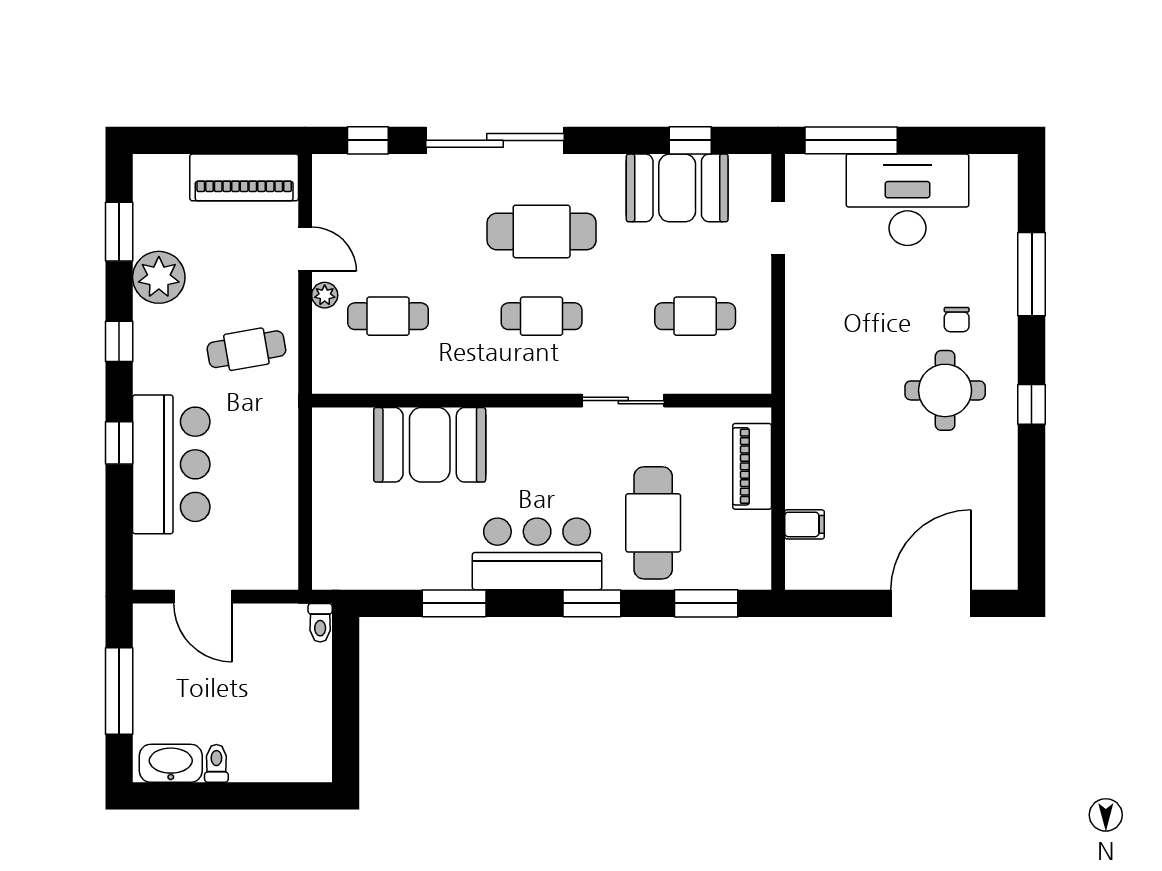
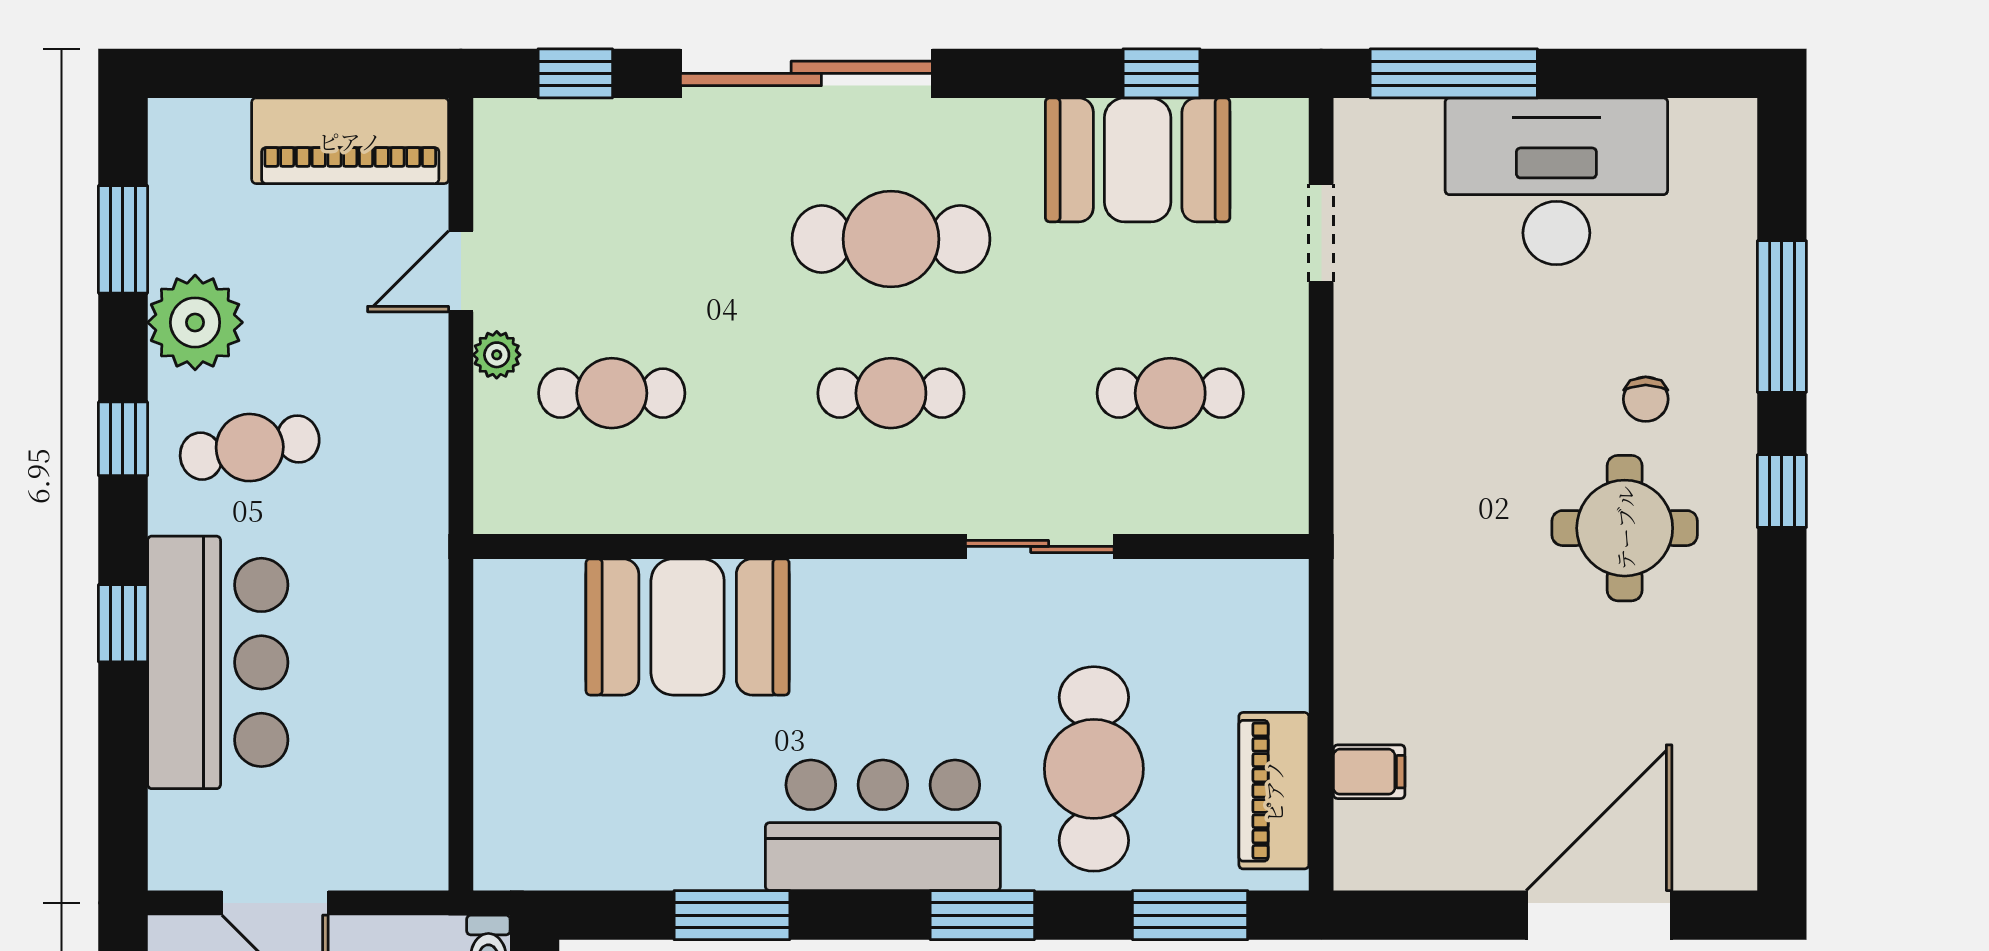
door: (305, 249) -> (461, 271), swing flipped
cafe table: (246, 349) -> (250, 448), moved
window: (1032, 404) -> (1782, 491), moved
piano: (752, 466) -> (1274, 791), moved

